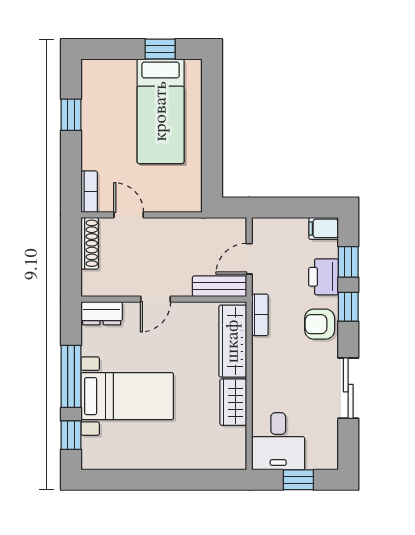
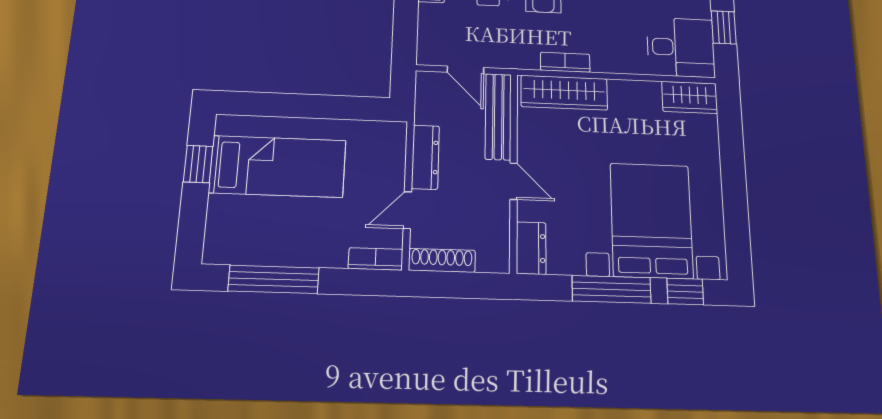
window: (71, 115) -> (274, 279), width x2.17
dresser: (173, 228) -> (425, 157), added
bench: (220, 286) -> (498, 116), width x1.36
bookcase: (260, 315) -> (565, 62), moved
bed with nightstands: (127, 396) -> (651, 220), width x1.36
wardrobe: (233, 402) -> (690, 97), moved

